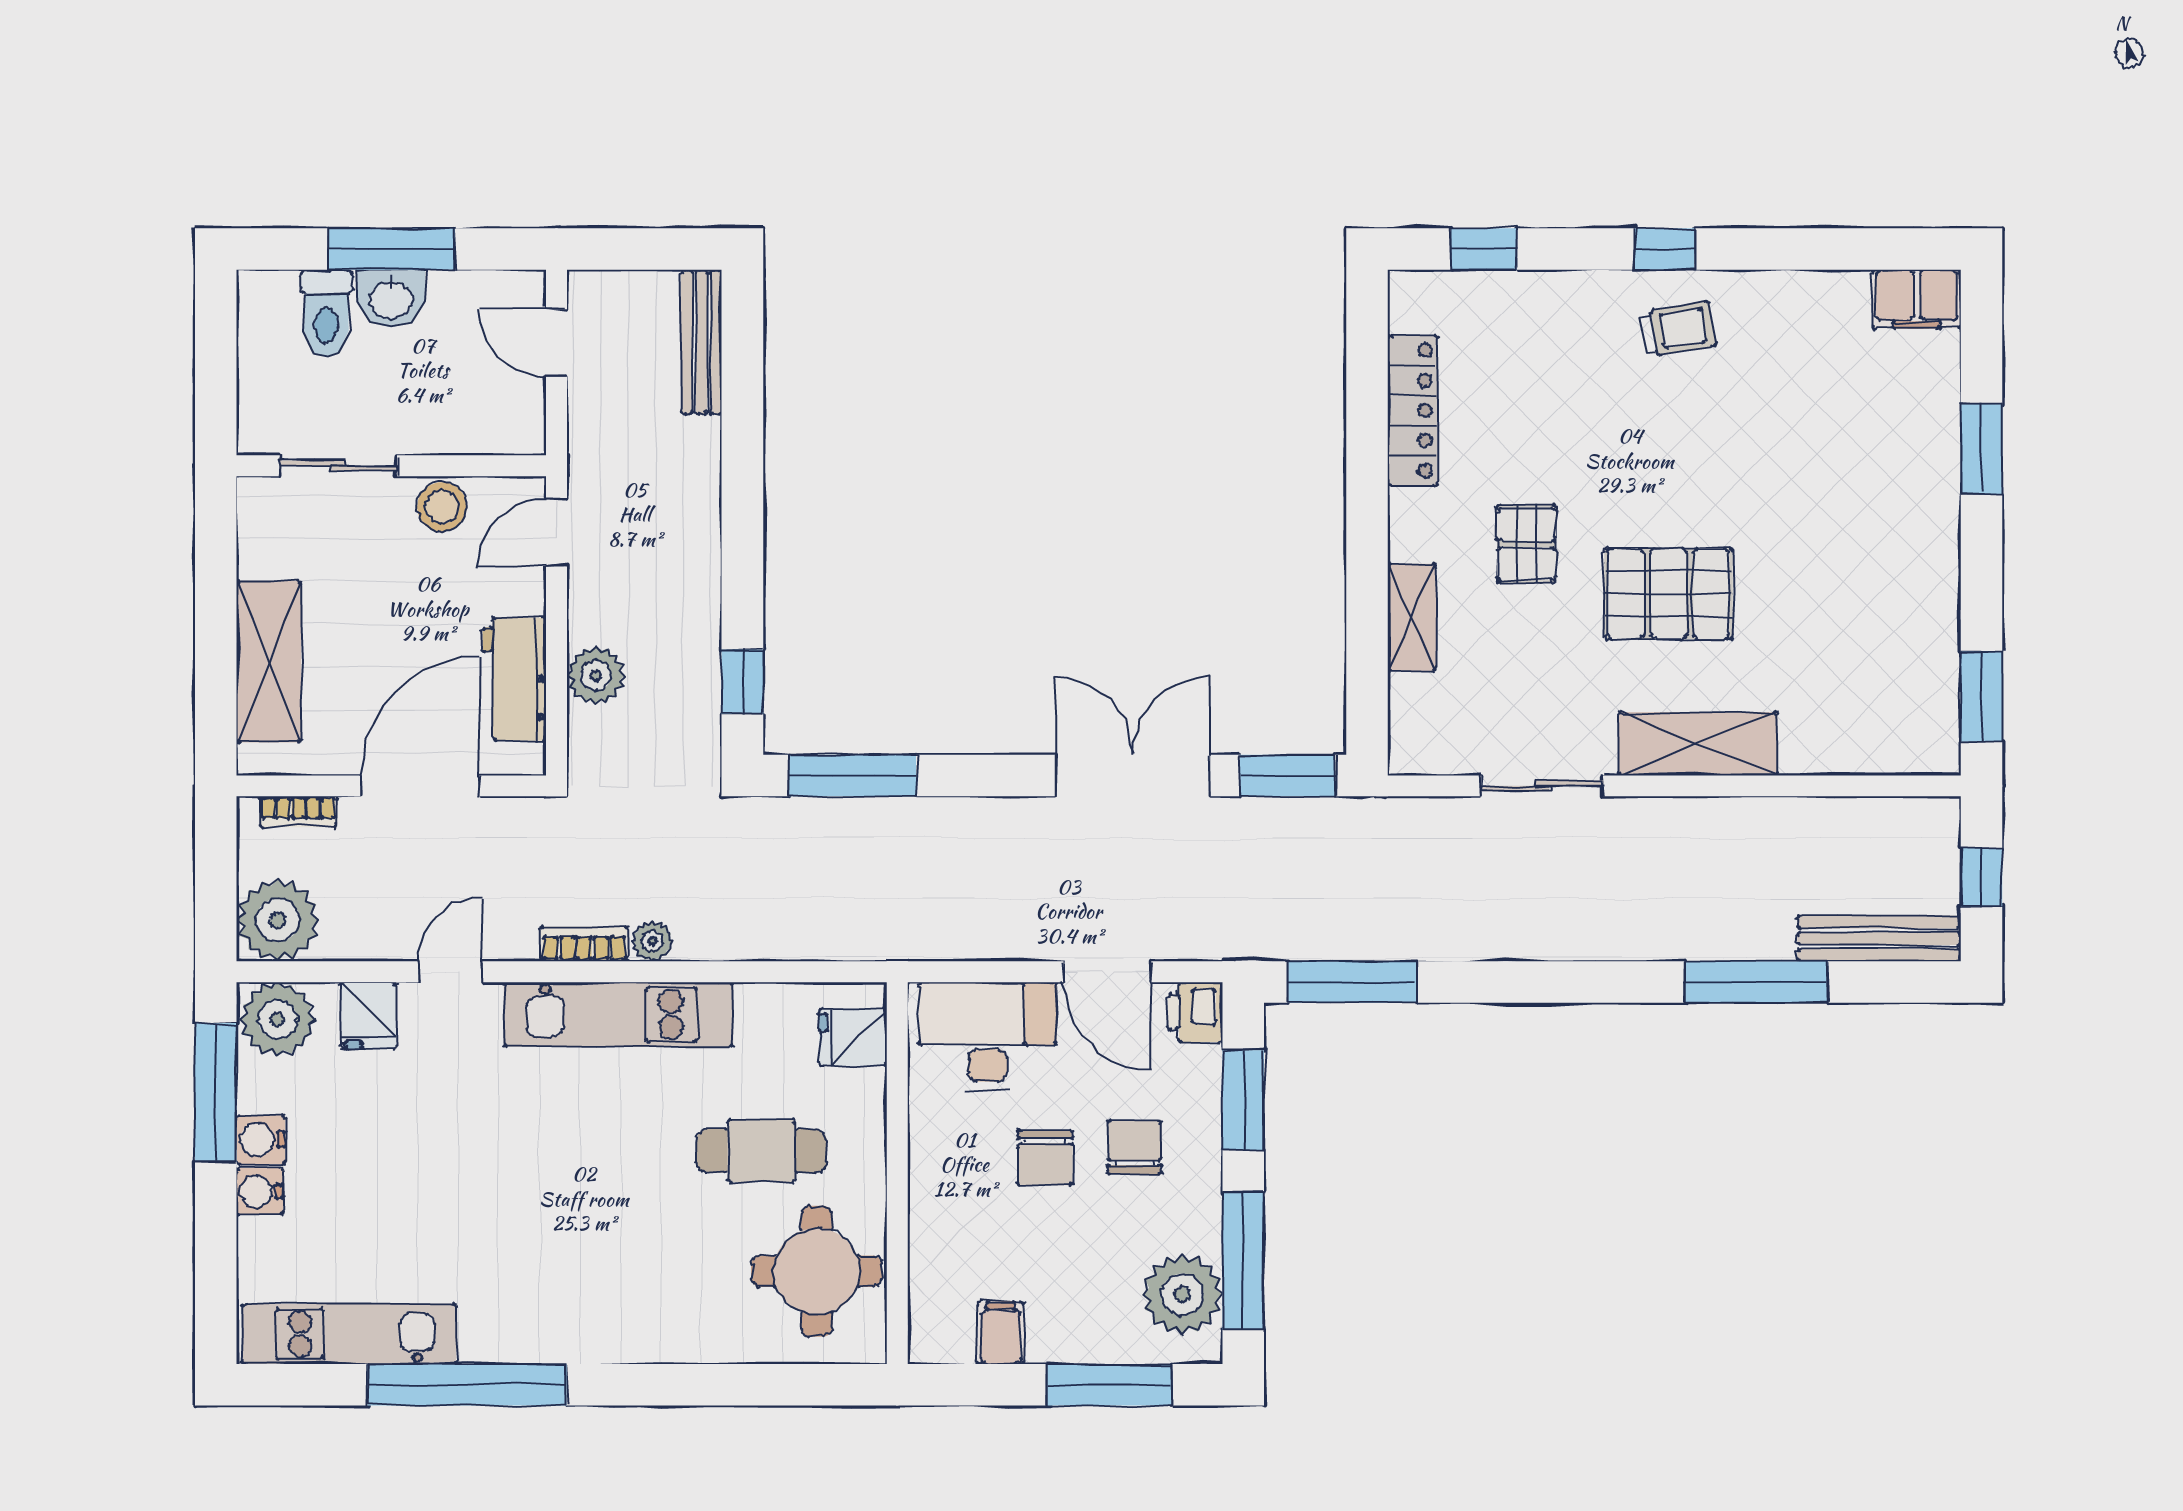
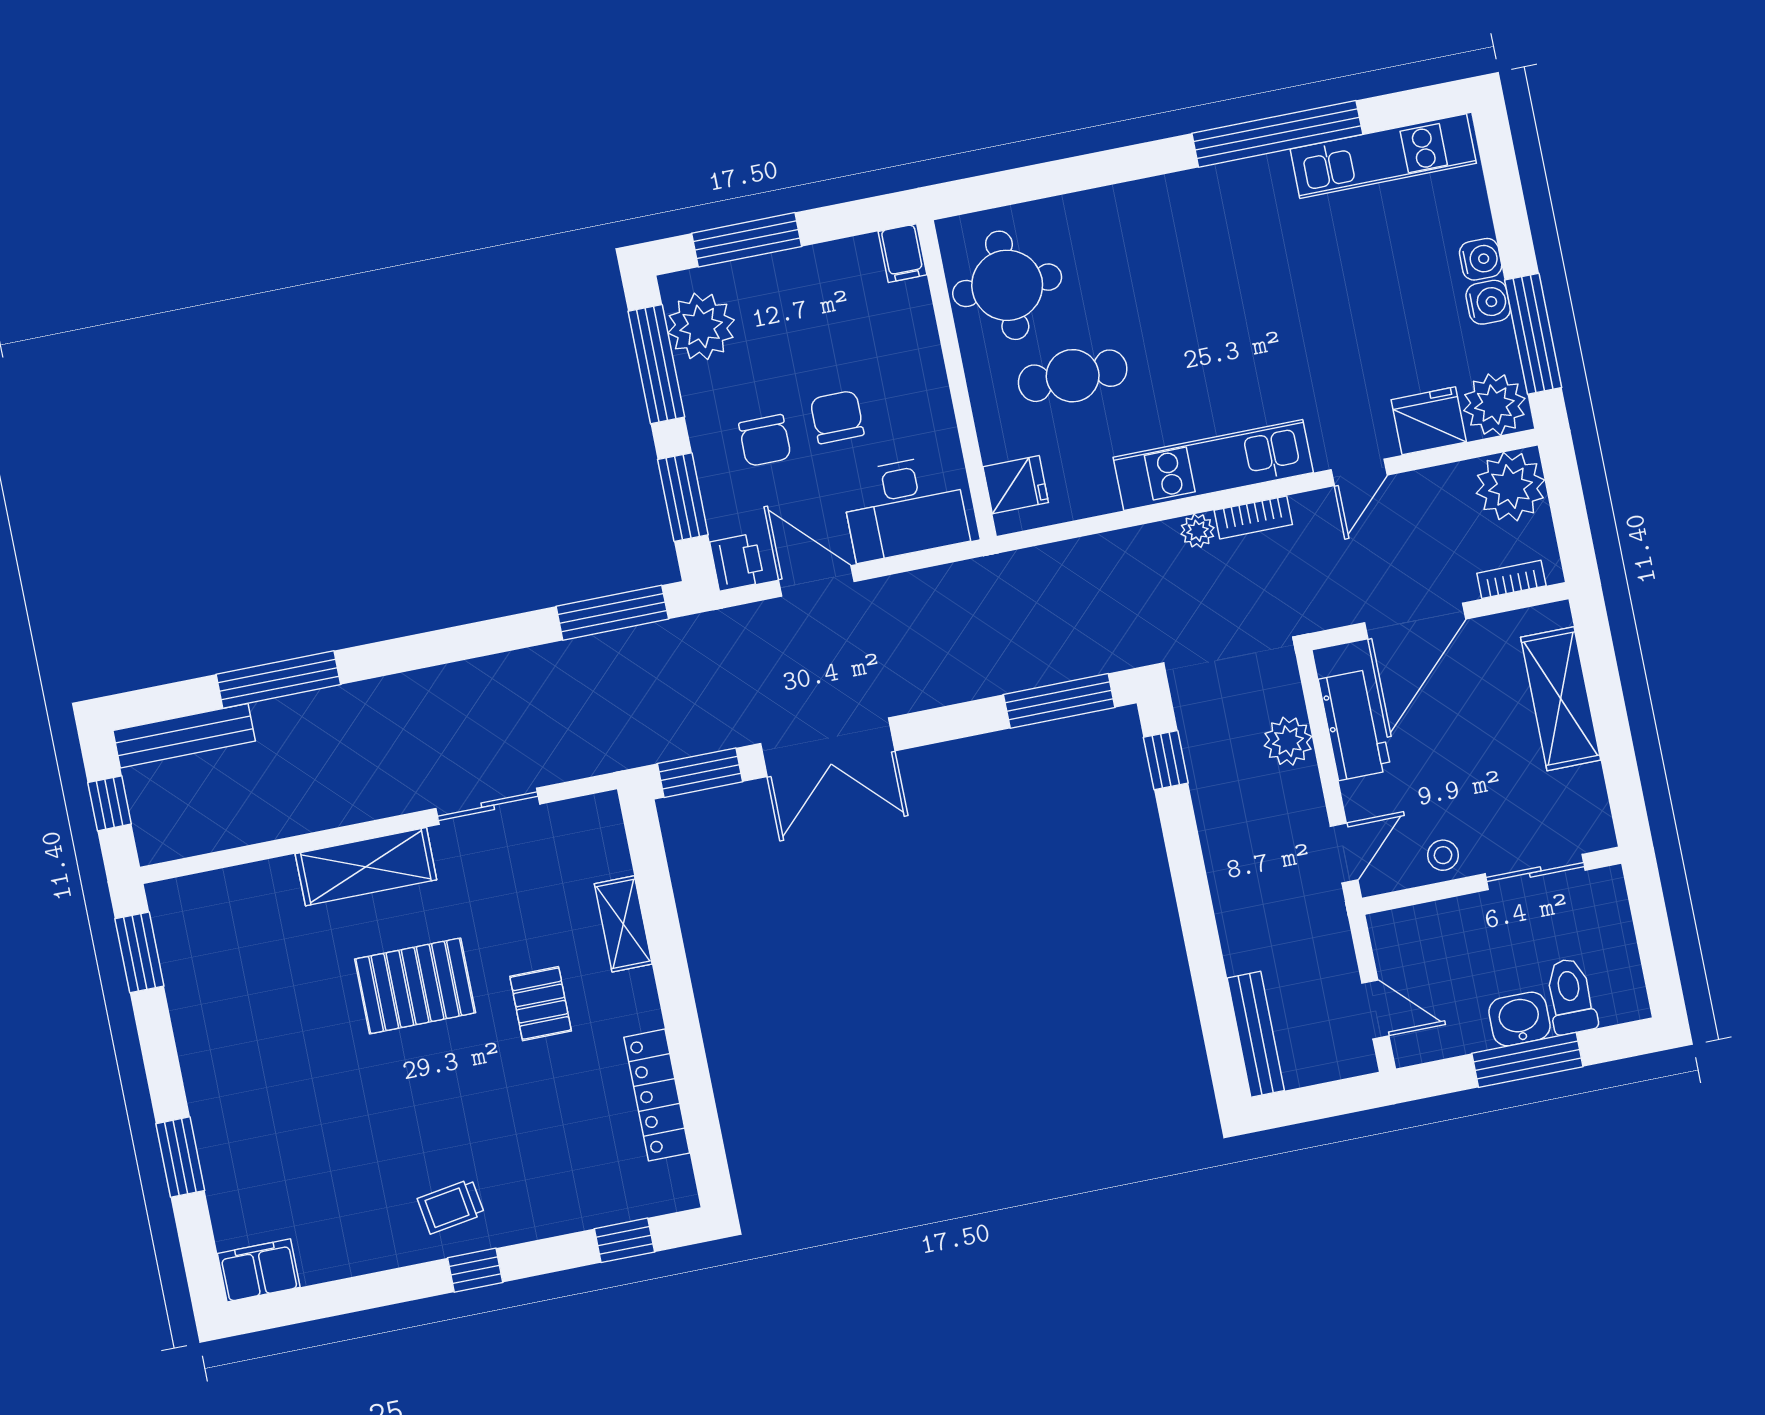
stool: (442, 507) -> (1443, 855), width x0.73, depth x0.73
fridge: (368, 1016) -> (1429, 421), width x1.38
filing cabinet: (1001, 1333) -> (903, 253), moved

